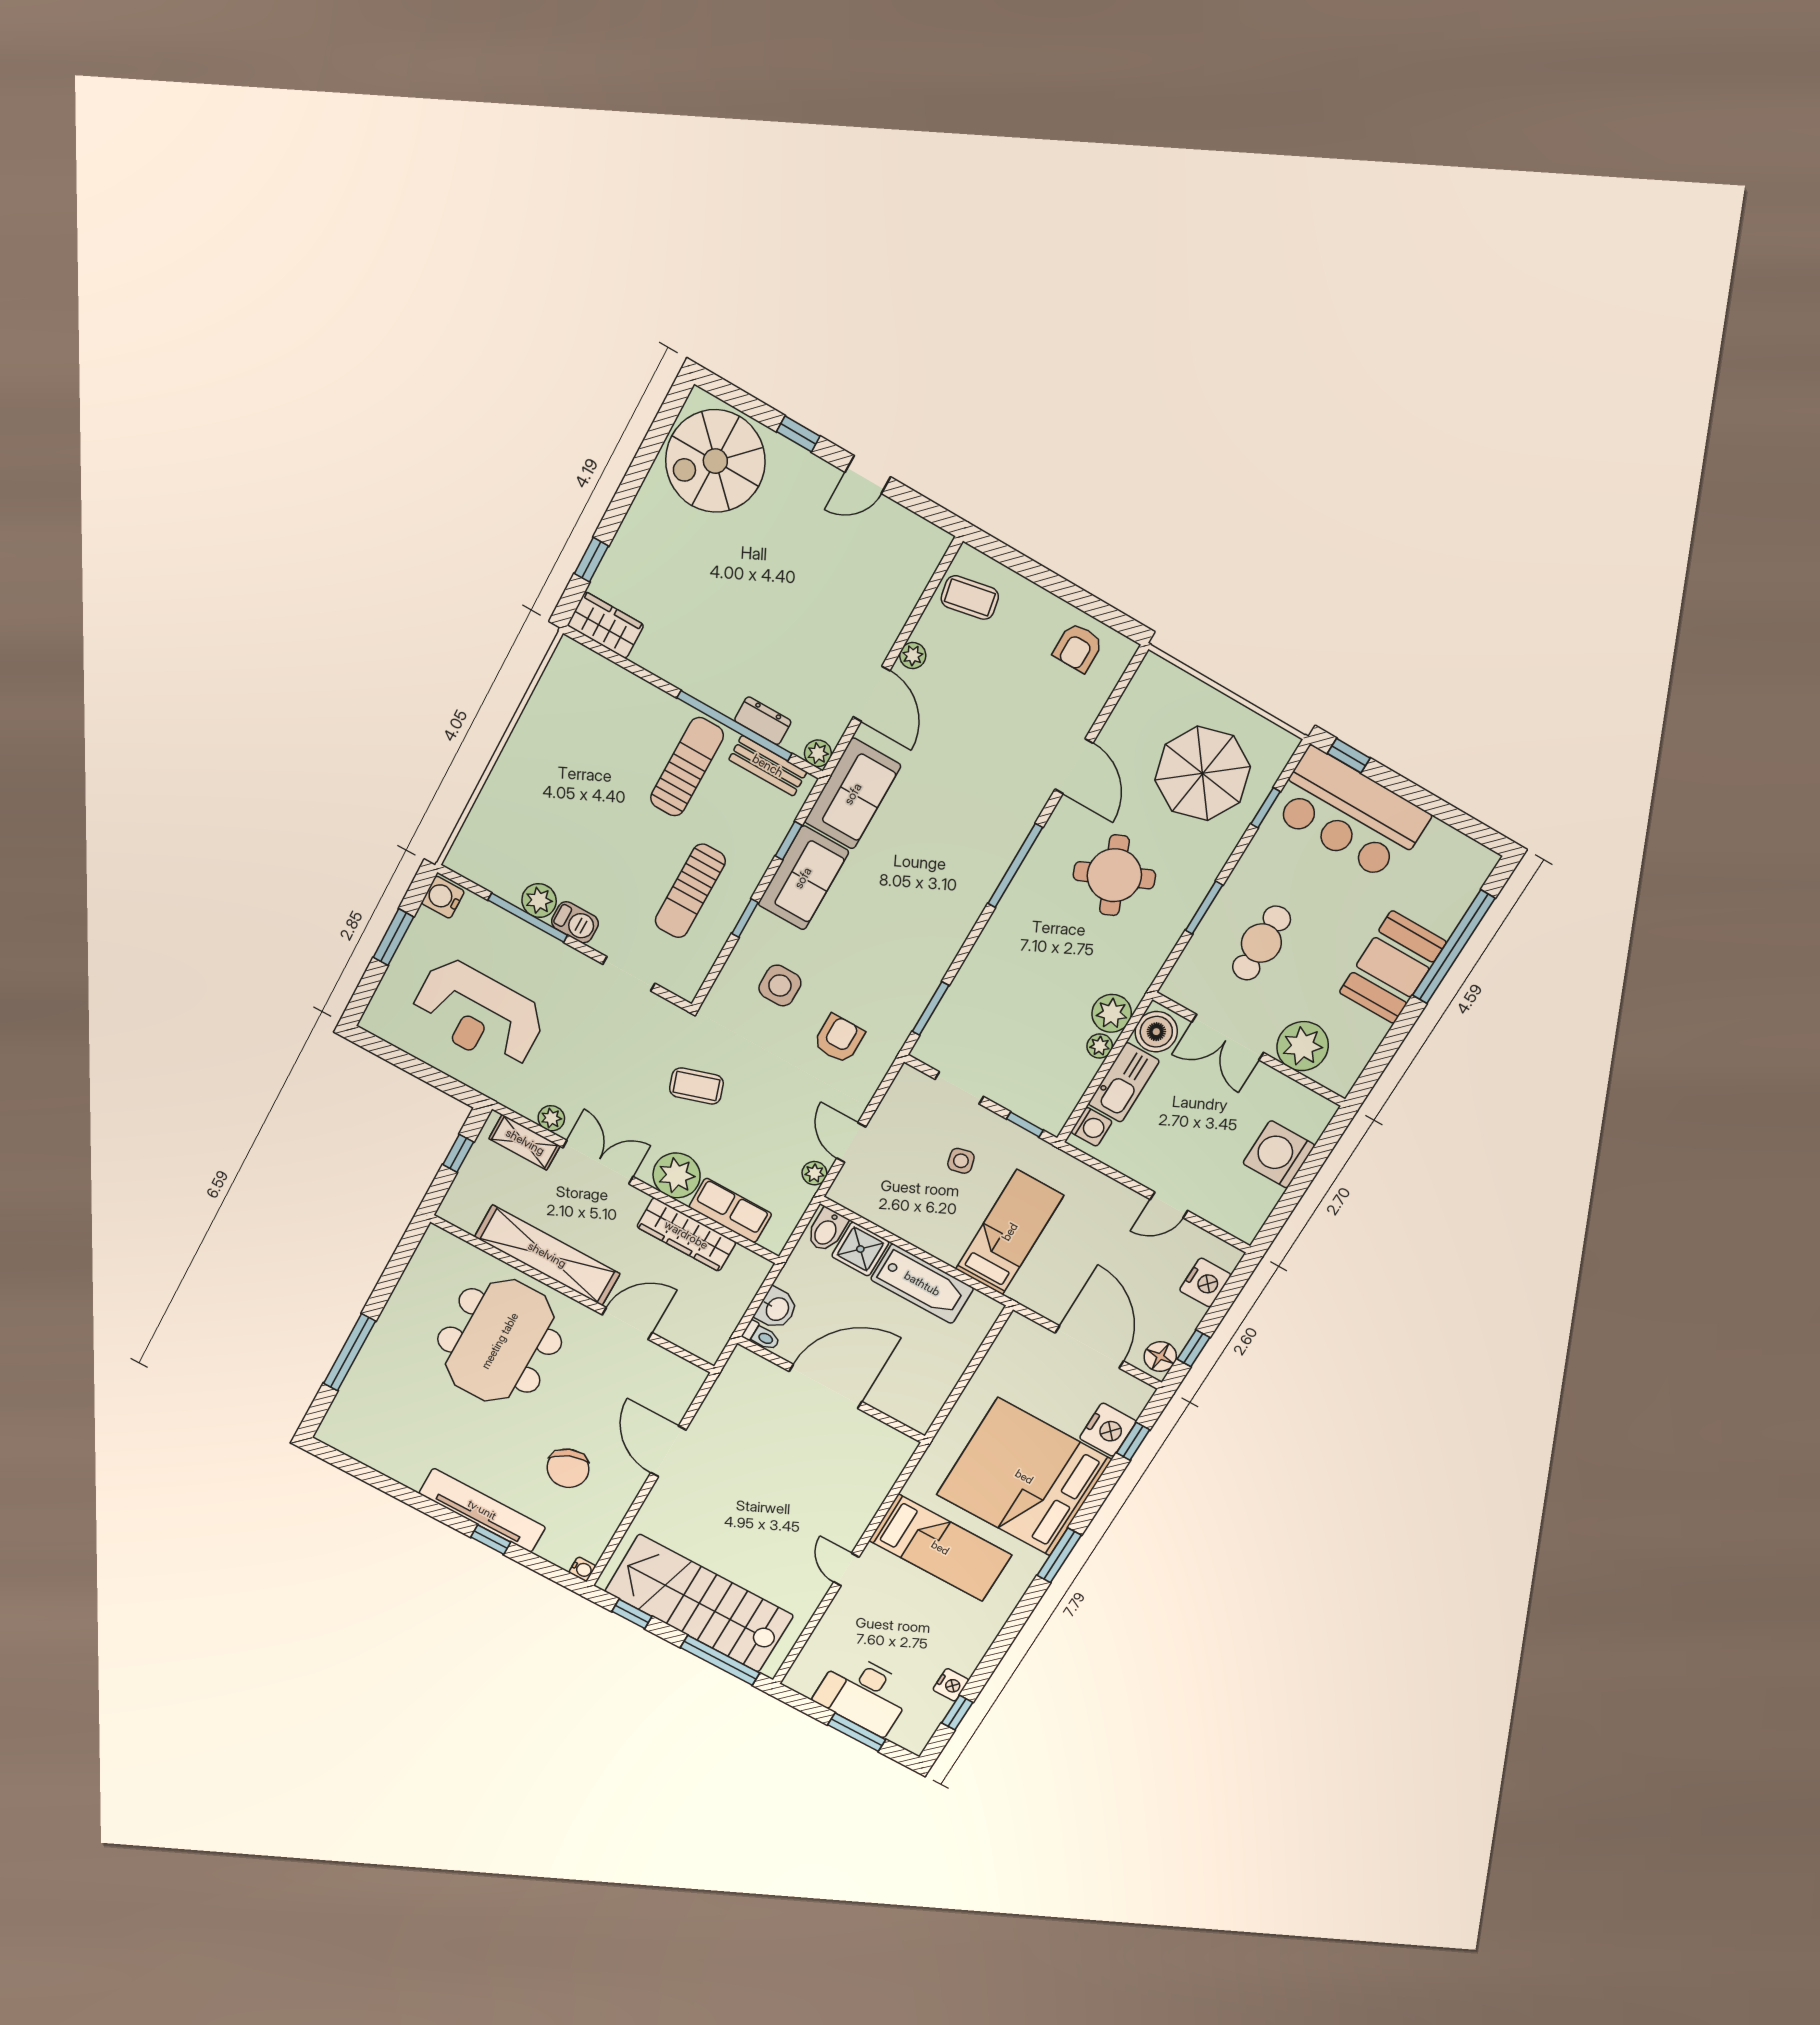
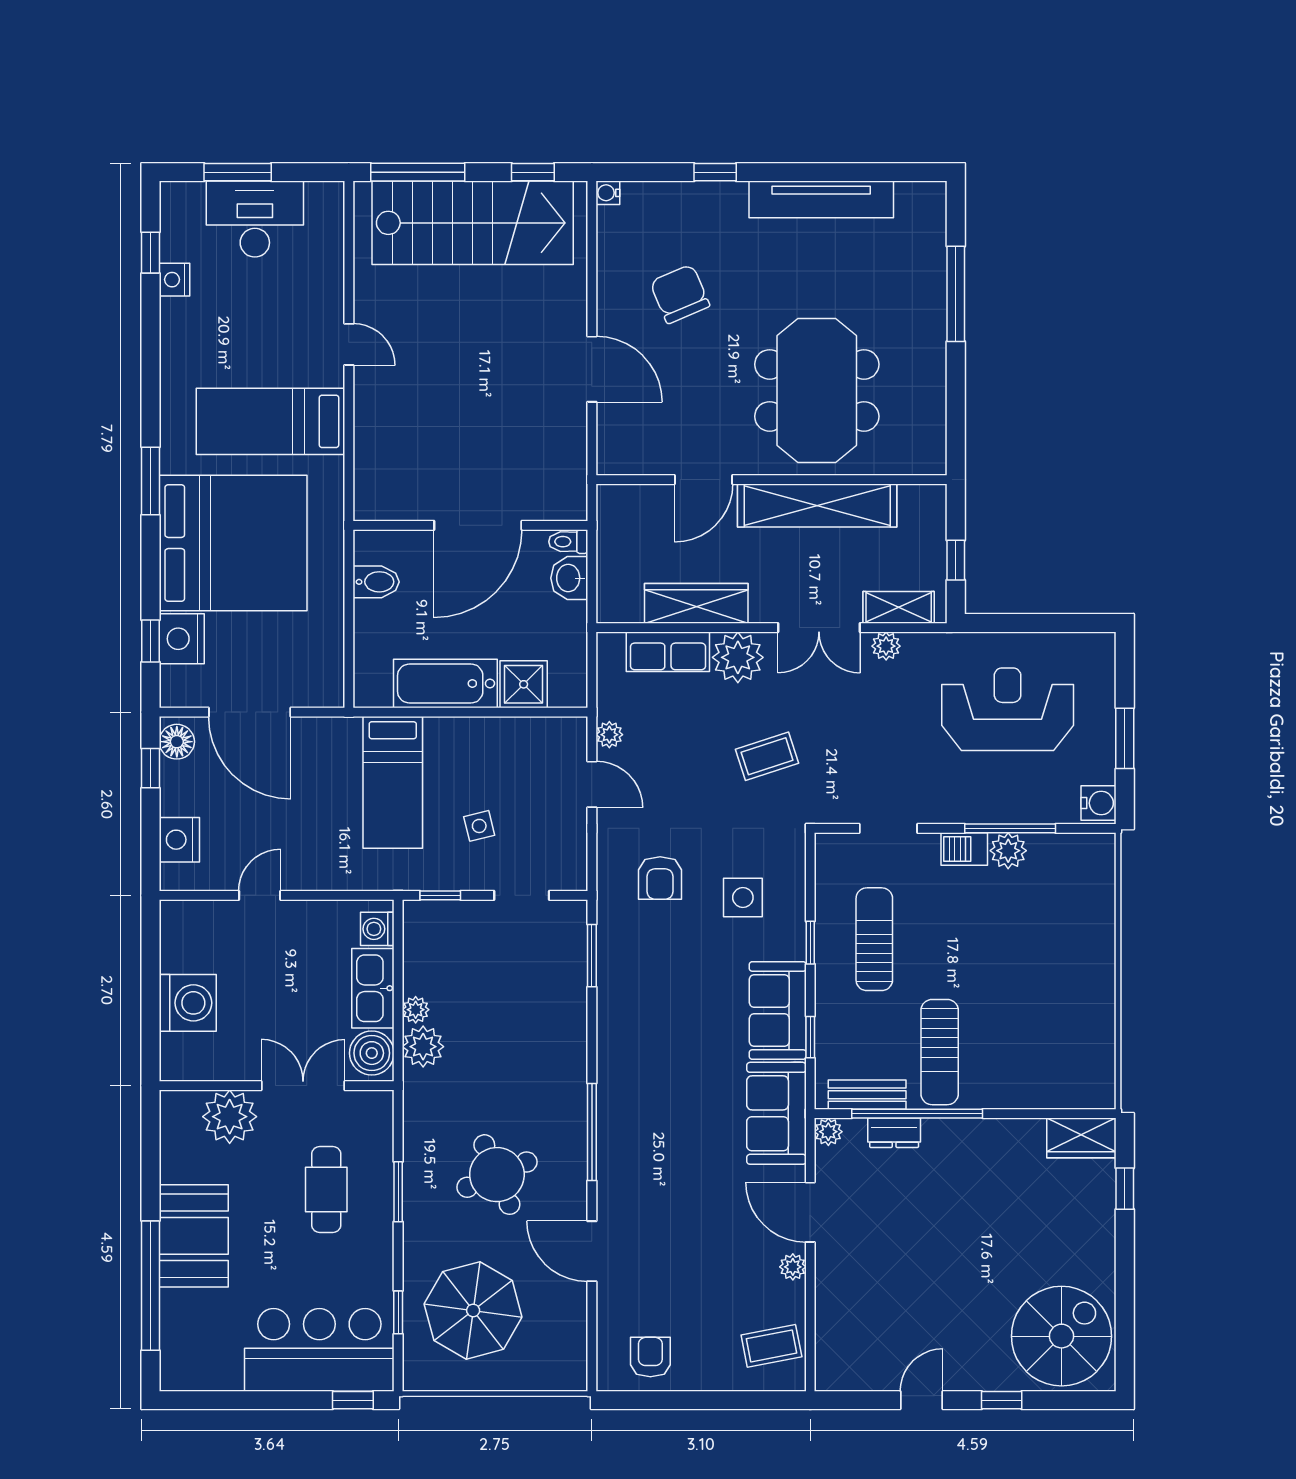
bidet: (827, 1230) -> (376, 582), moved, turned 90
tv unit: (482, 1510) -> (821, 199), moved

